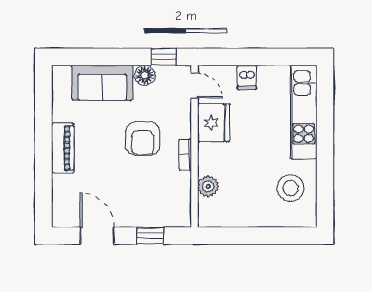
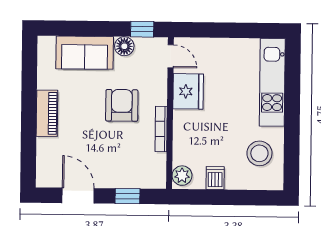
dishwasher: (247, 77) -> (215, 178), moved, turned 180
armchair: (143, 139) -> (122, 105), turned 180
bookcase: (185, 155) -> (161, 129), width x1.56
plant: (208, 186) -> (182, 176), moved

